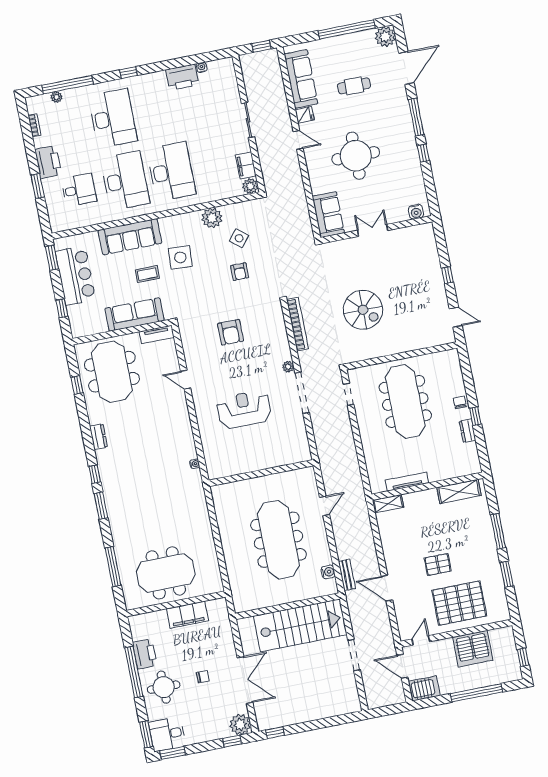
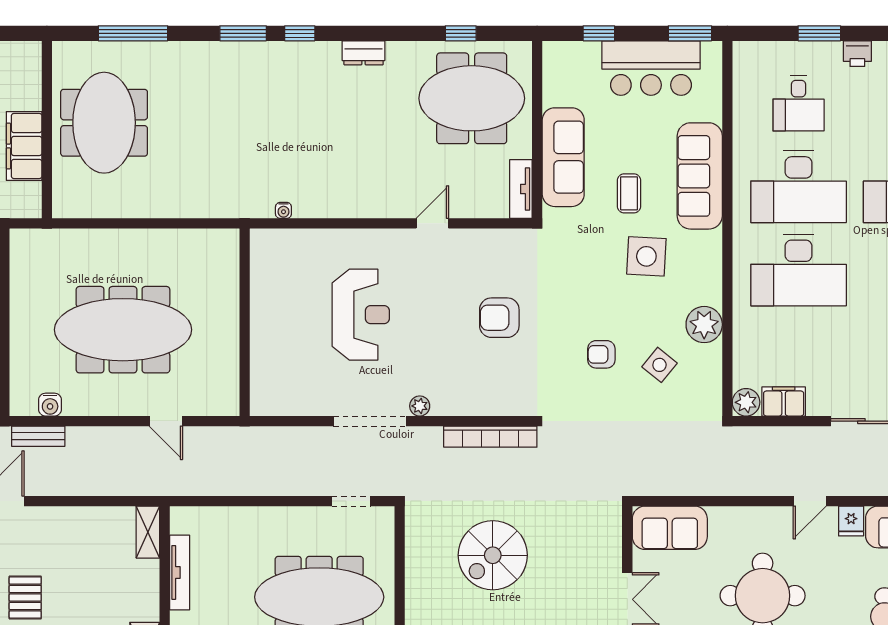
printer: (48, 162) -> (857, 54), width x0.53, depth x0.68

